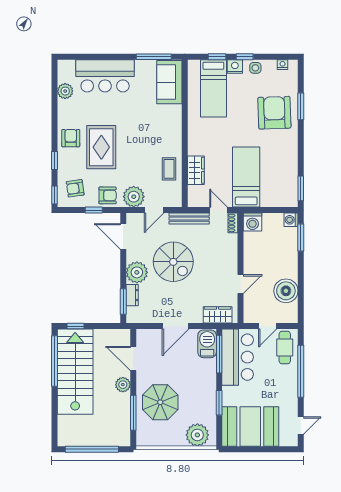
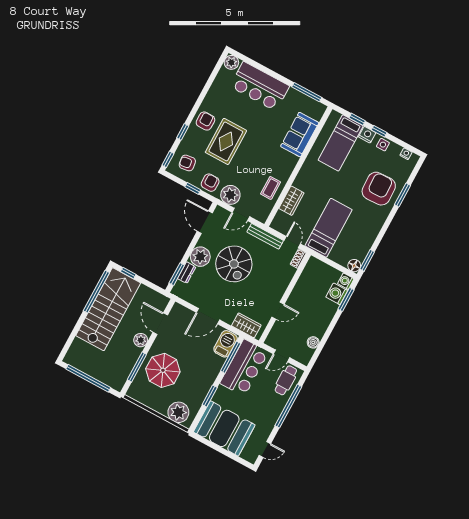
sofa: (169, 82) -> (300, 135), moved
plant: (65, 91) -> (231, 62), moved
armchair: (108, 195) -> (210, 183), turned -90
floor lamp: (291, 200) -> (354, 266), added
washing machine: (253, 222) -> (337, 294), moved, turned 90
boiler: (286, 291) -> (313, 342), width x0.54, depth x0.54

